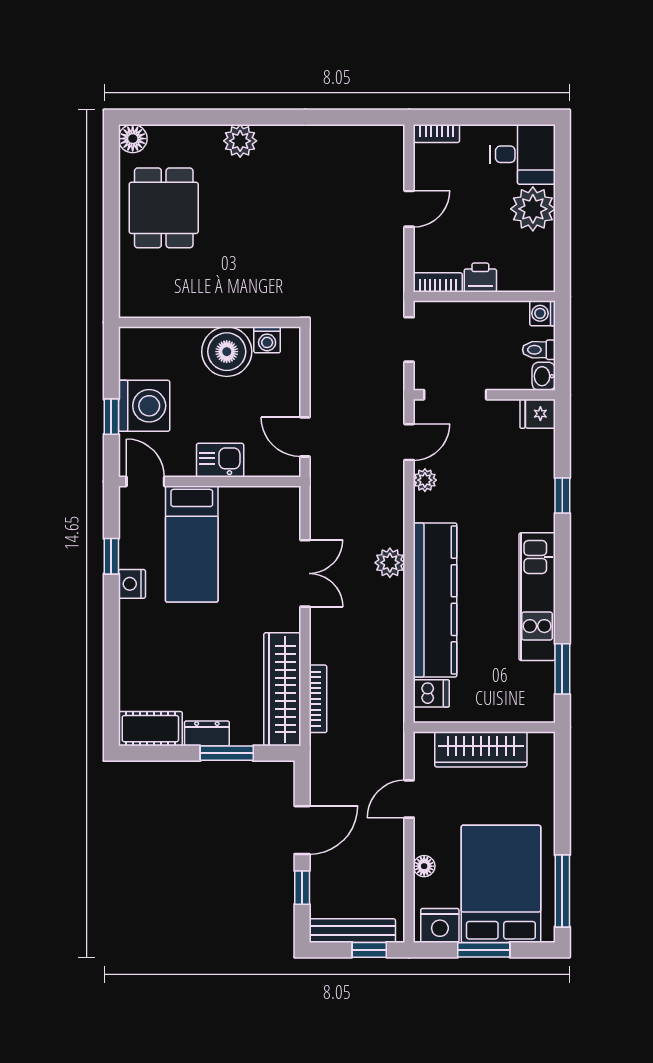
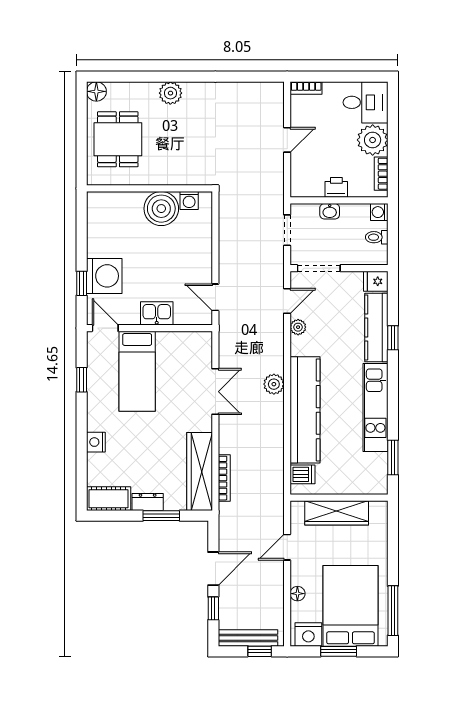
bookcase: (438, 282) -> (381, 174), moved, turned -90
wall: (210, 322) -> (149, 188), moved
washing machine: (267, 340) -> (189, 200), moved
boiler: (227, 352) -> (161, 209), moved
washbasin: (544, 376) -> (330, 211), moved, turned -90
kitchen counter: (538, 481) -> (376, 327), added
nightstand: (132, 584) -> (96, 442), moved

